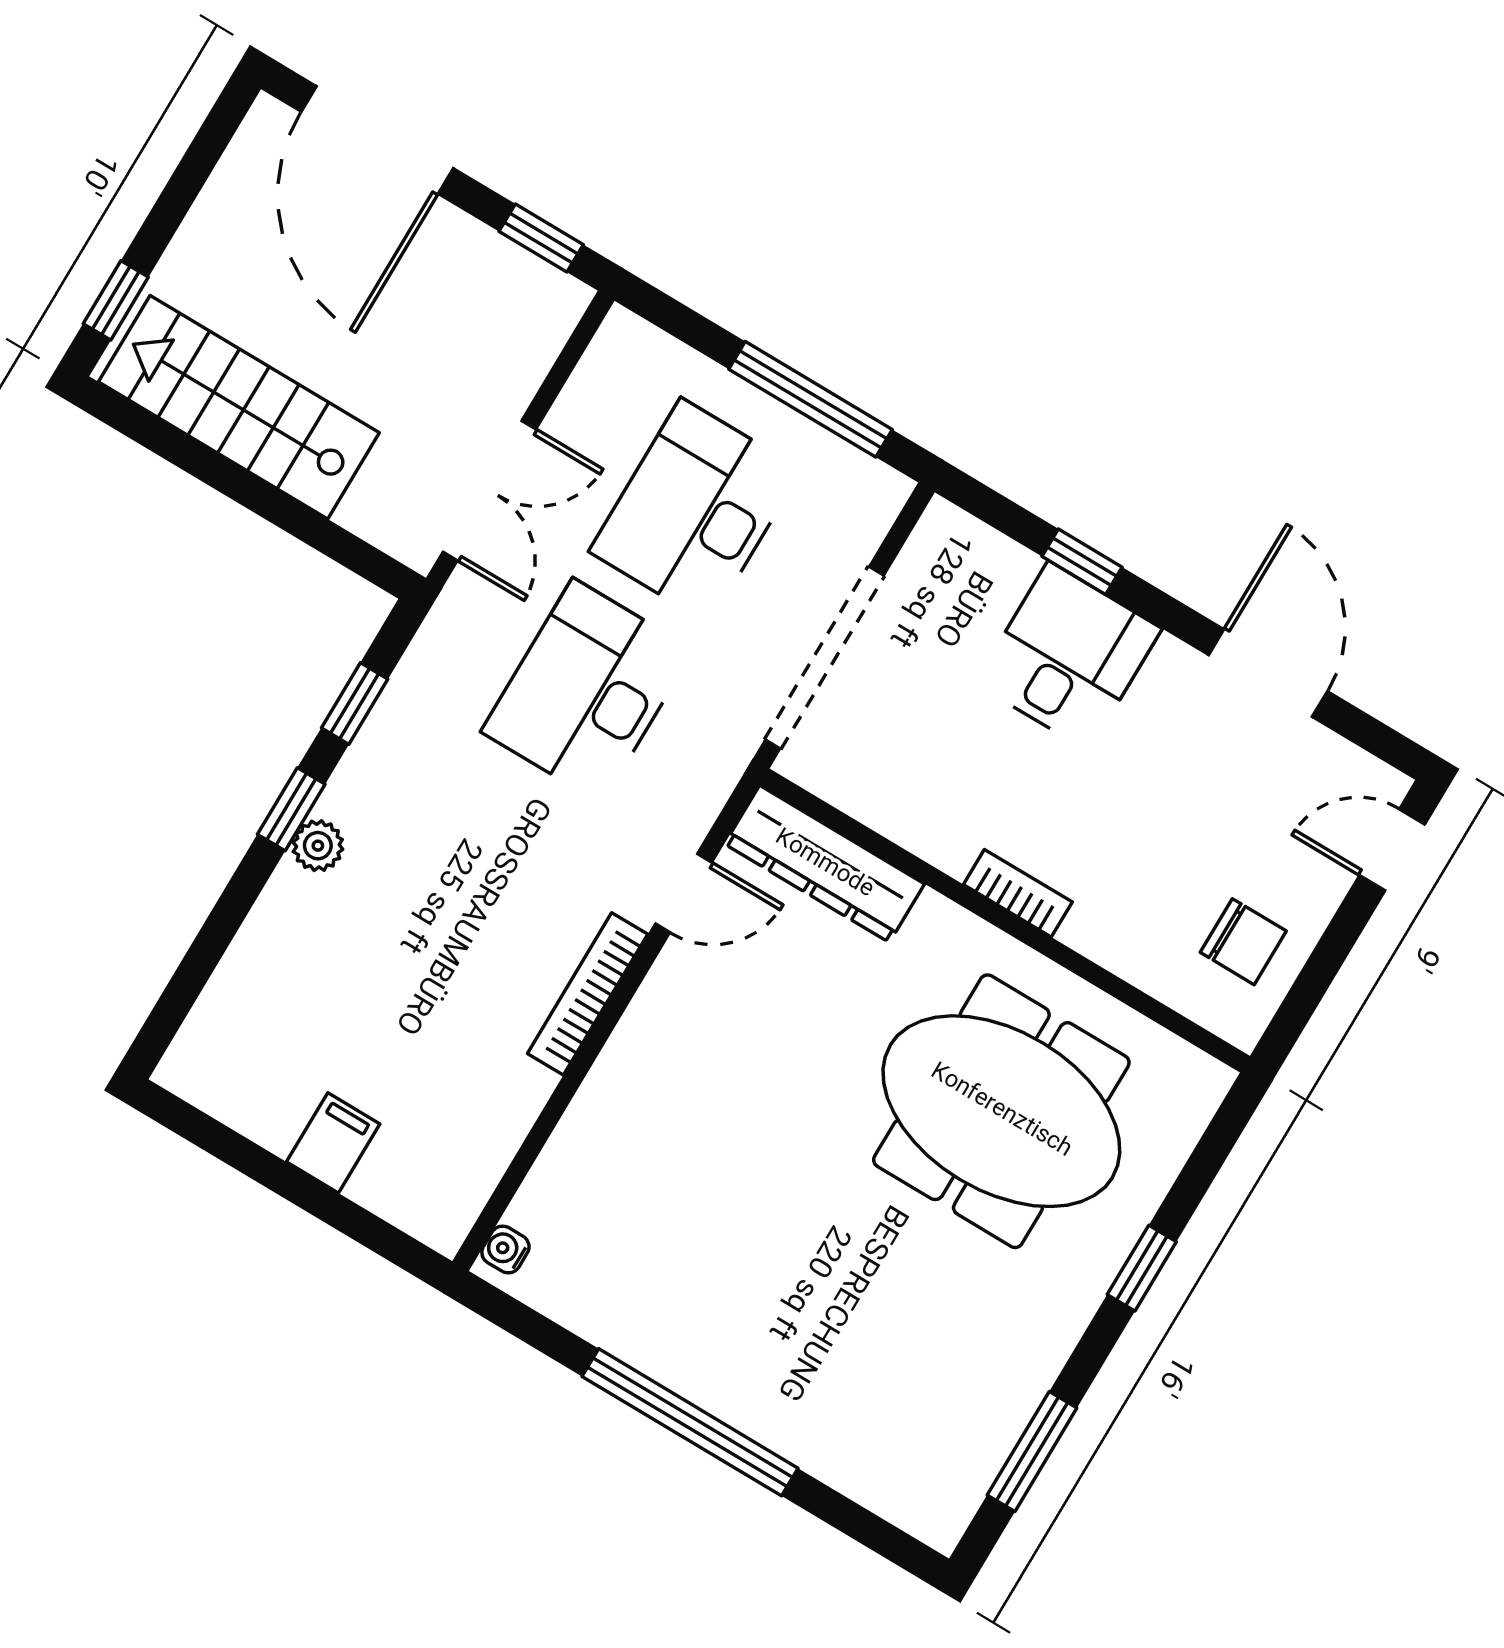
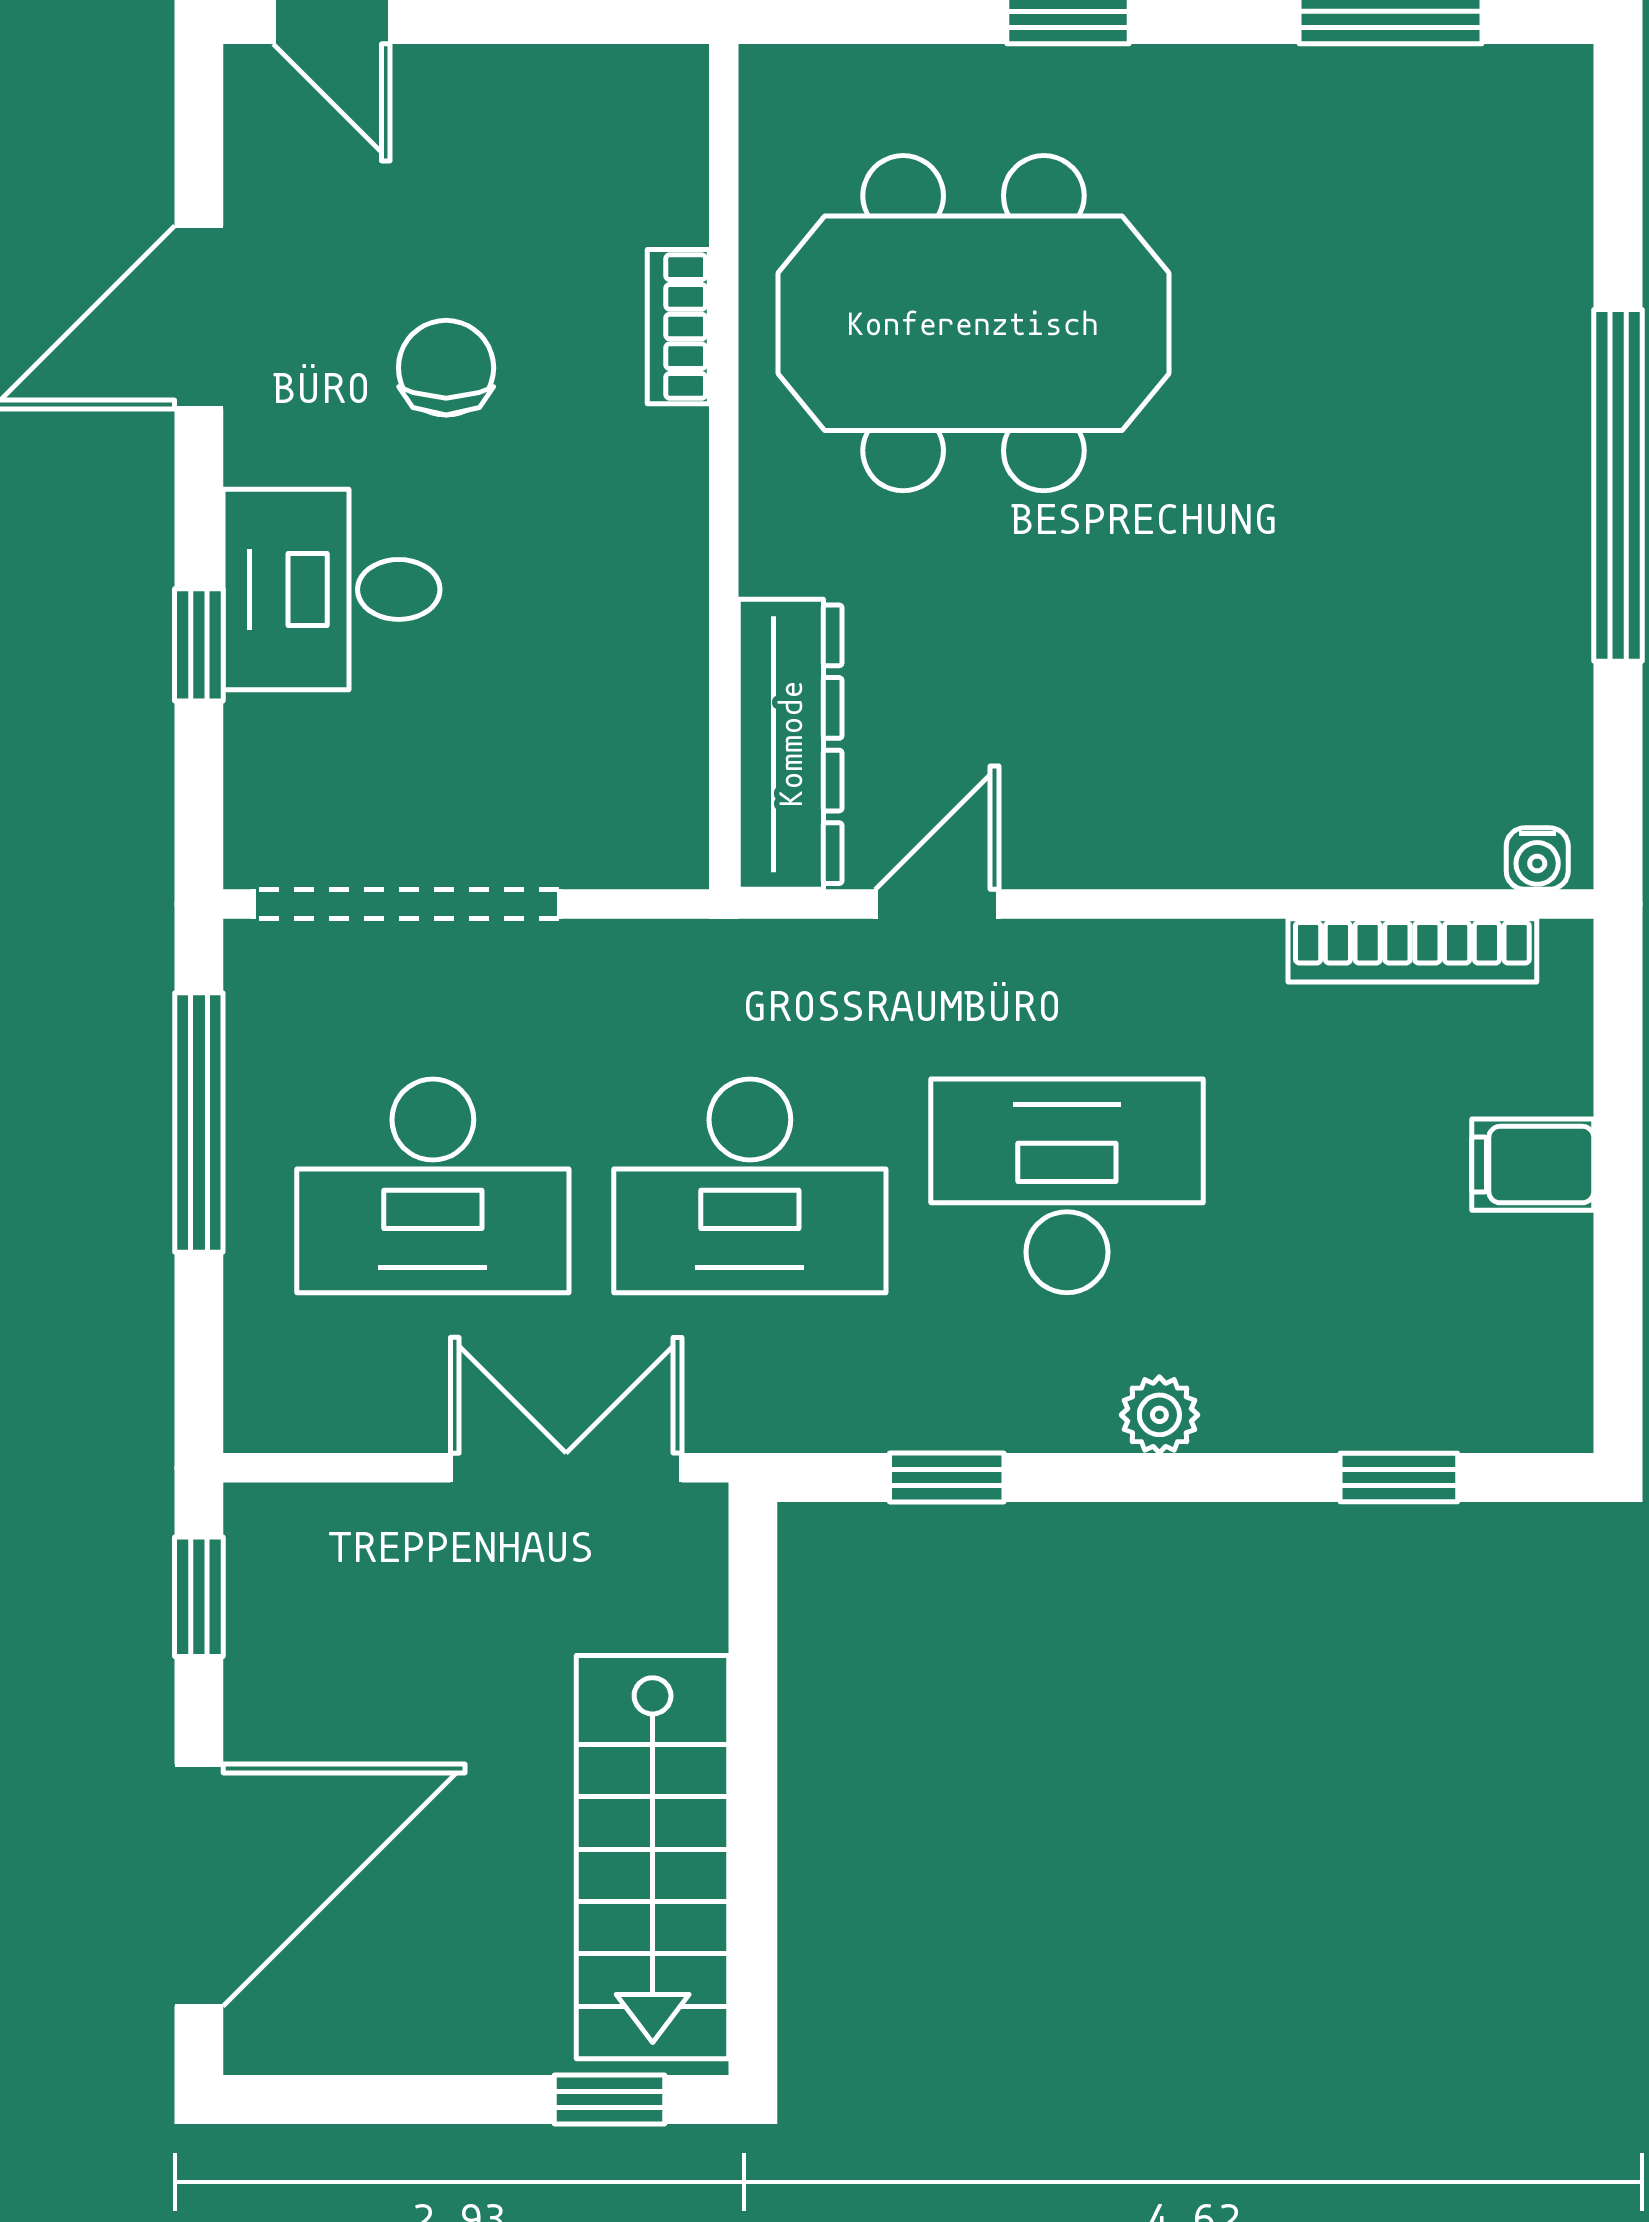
doorway: (825, 658) -> (406, 904), moved
window: (291, 809) -> (1399, 1477), moved
desk: (479, 871) -> (1067, 1186), added
door: (684, 893) -> (937, 904), hinge flipped
bookcase: (1018, 893) -> (678, 327), moved
chair: (1243, 942) -> (446, 368), moved
bookcase: (588, 994) -> (1412, 950), moved
meeting table: (1001, 1111) -> (973, 323), turned 90

